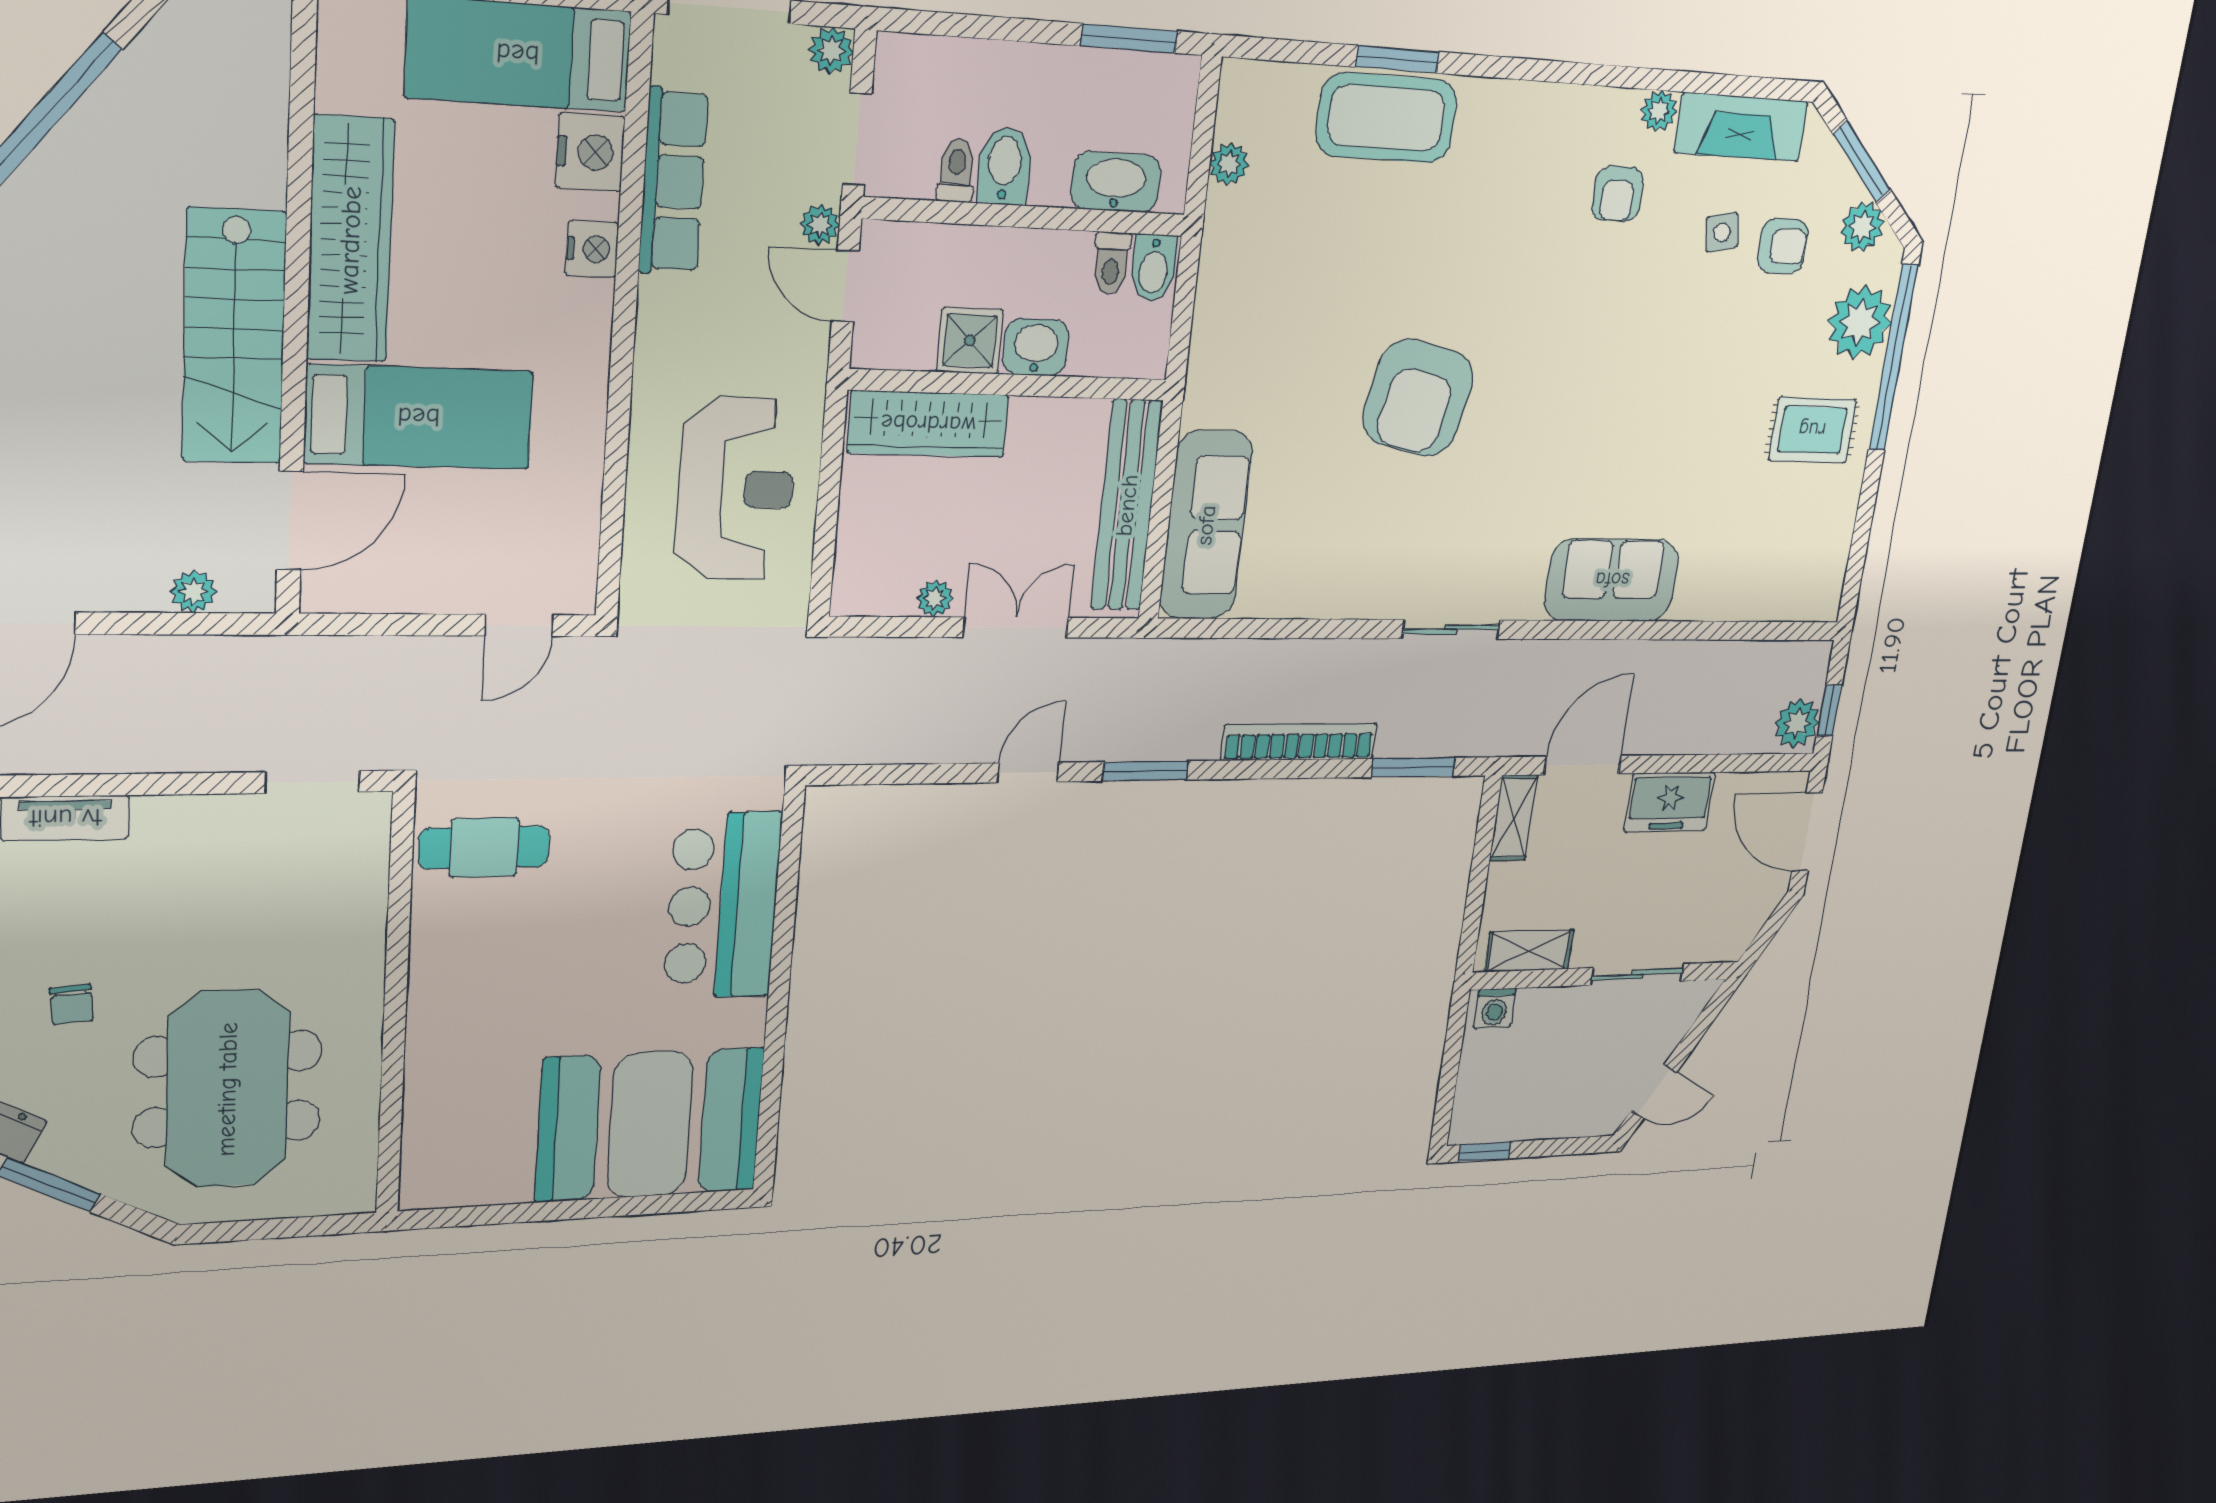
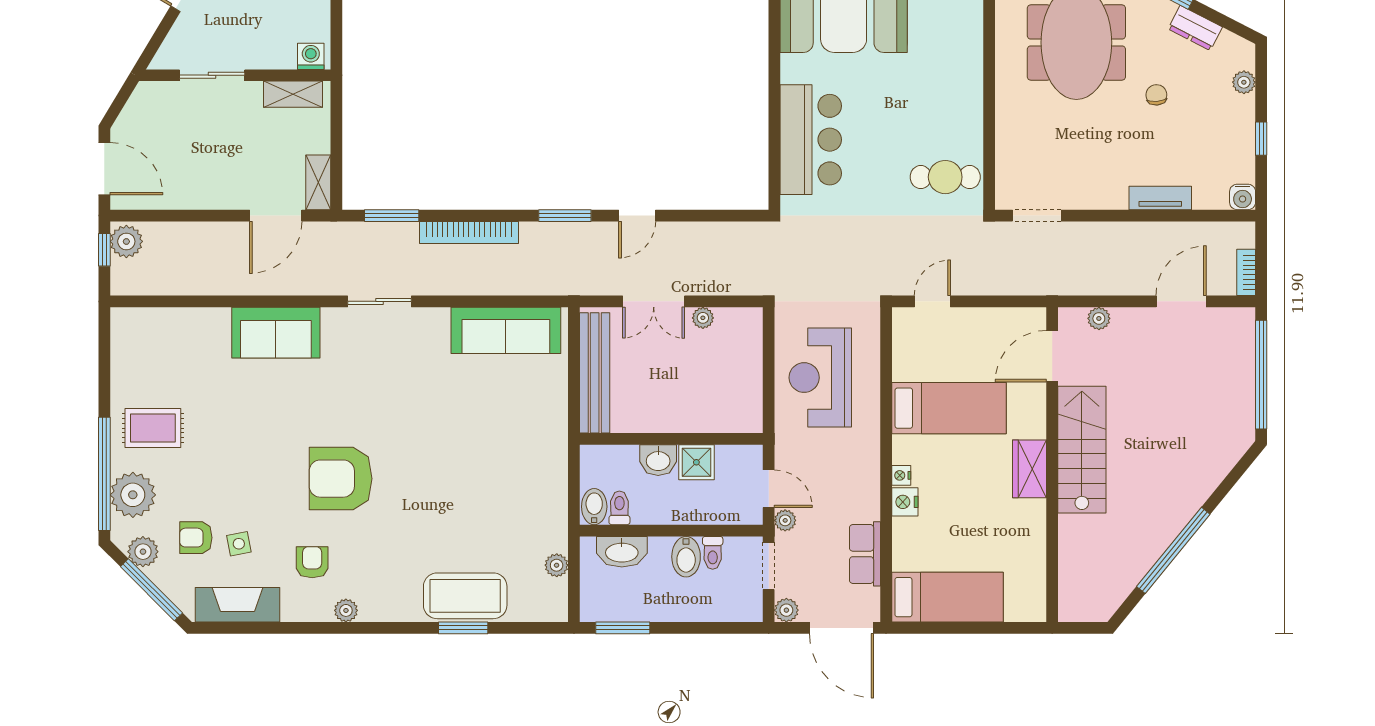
plant: (1659, 111) -> (346, 610), moved
nightstand: (590, 152) -> (901, 475), moved, width x0.53, depth x0.56
window: (1862, 162) -> (151, 590), width x1.44
row of seats: (673, 181) -> (865, 554), width x0.68
wardrobe: (350, 240) -> (1030, 469), width x0.48, depth x0.85
armchair: (1418, 398) -> (341, 479), moved, turned -102
bed: (419, 417) -> (949, 408), moved, turned 180
wardrobe: (928, 424) -> (716, 416), removed
sofa: (1206, 525) -> (506, 330), moved, turned -90
freezer: (1670, 802) -> (209, 191), removed

